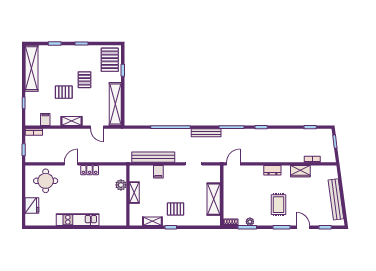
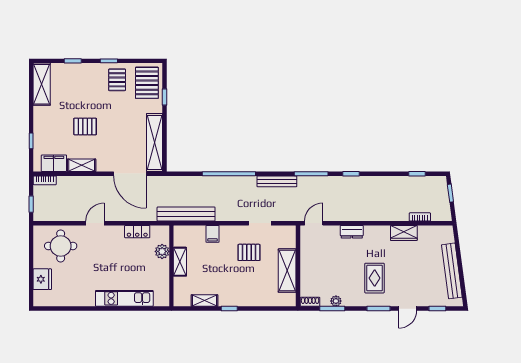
shelving: (32, 68) -> (42, 84), width x0.68
pallet: (84, 80) -> (117, 80), moved
filing cabinet: (45, 119) -> (54, 163), width x2.00
shelving: (72, 121) -> (82, 165), moved
door: (97, 127) -> (130, 174), width x1.87
bench: (153, 157) -> (186, 214), moved
locker: (90, 170) -> (137, 232), moved
dresser: (272, 170) -> (352, 232), moved
pallet: (176, 209) -> (249, 252), moved
kitchen unit: (78, 220) -> (124, 298), moved
door: (303, 227) -> (408, 309), swing flipped

